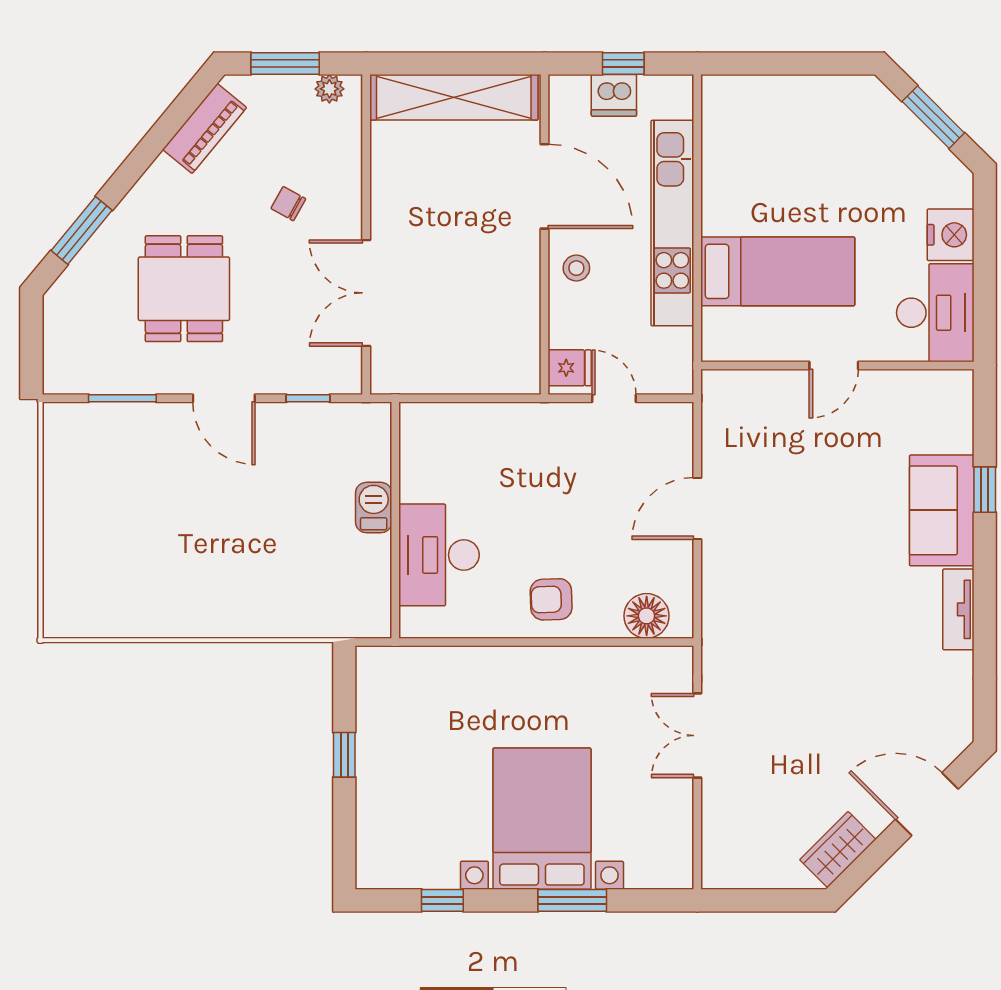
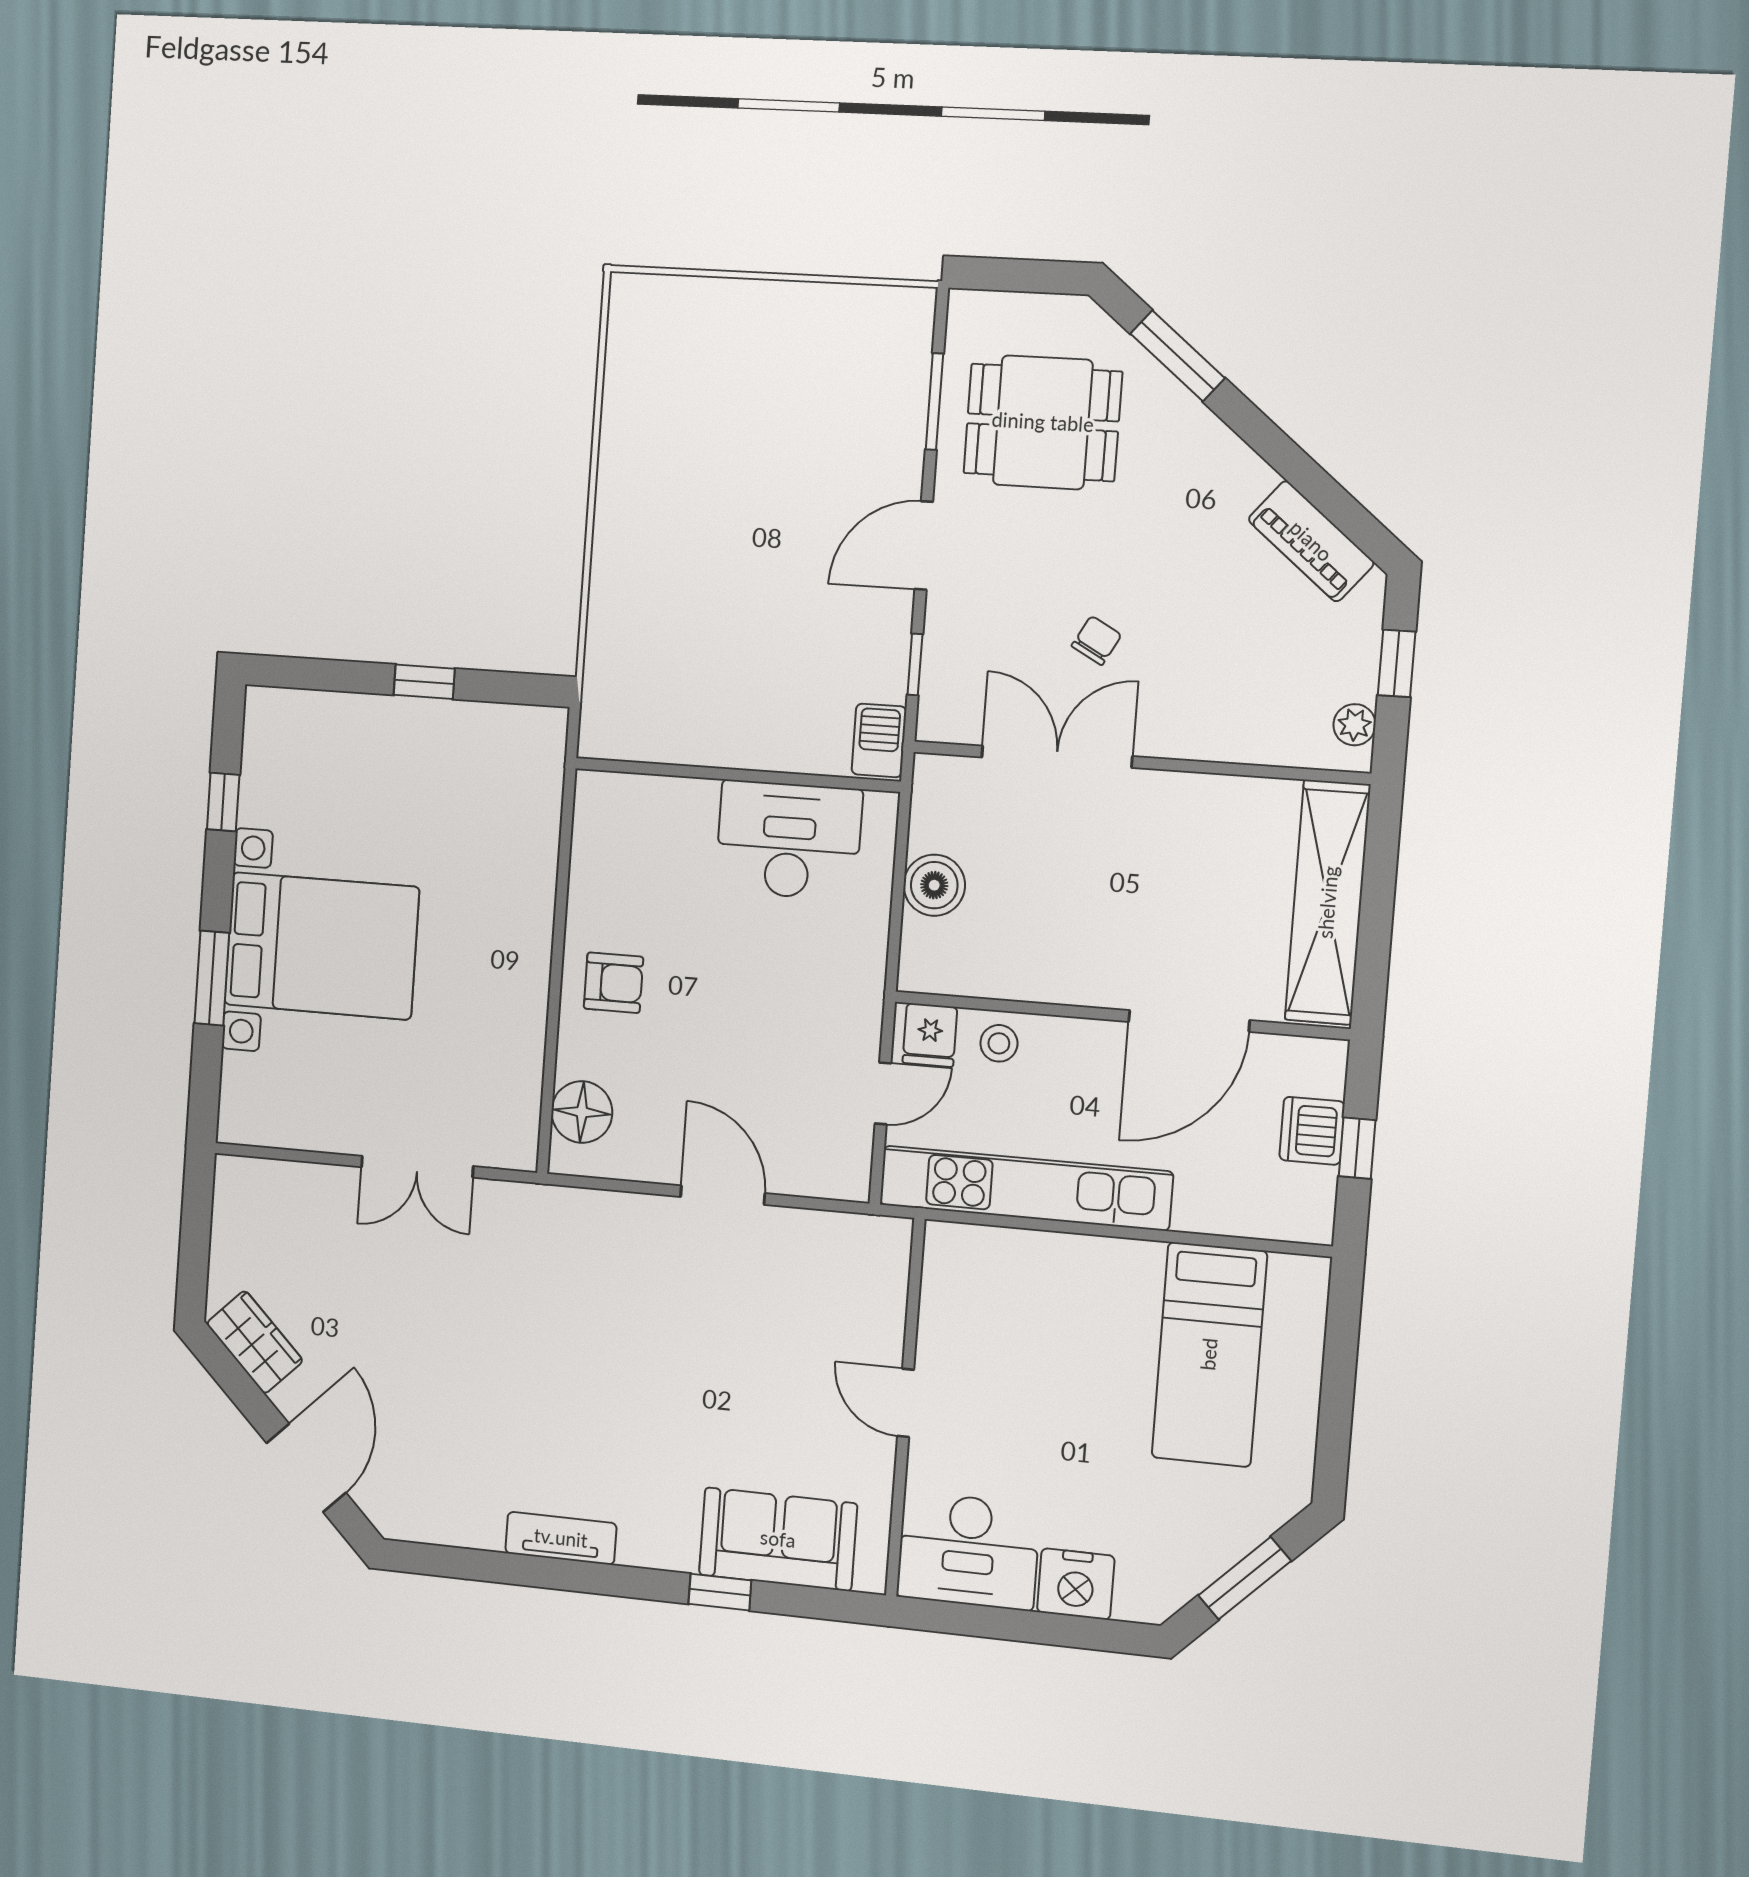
window: (285, 63) -> (1397, 663), width x0.67
chair: (288, 204) -> (1097, 640), moved
kitchen unit: (672, 223) -> (1026, 1188), moved
stool: (576, 268) -> (999, 1043), moved
bed: (778, 271) -> (1209, 1354), moved
dining table: (184, 289) -> (1043, 422), moved
boiler: (463, 373) -> (934, 885), added
barbecue: (374, 508) -> (879, 740), moved, turned -90
sofa: (942, 510) -> (778, 1539), moved
desk: (439, 555) -> (789, 840), moved
armchair: (551, 599) -> (614, 983), turned 92
double door: (697, 736) -> (417, 1167), swing flipped

